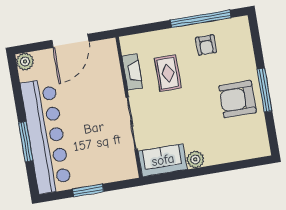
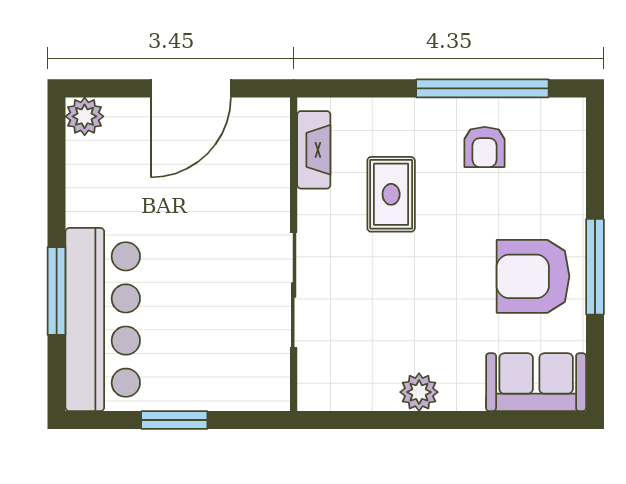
fireplace: (132, 72) -> (314, 150), moved
bar counter: (46, 136) -> (103, 320), width x0.73
sofa: (163, 160) -> (536, 382), moved

